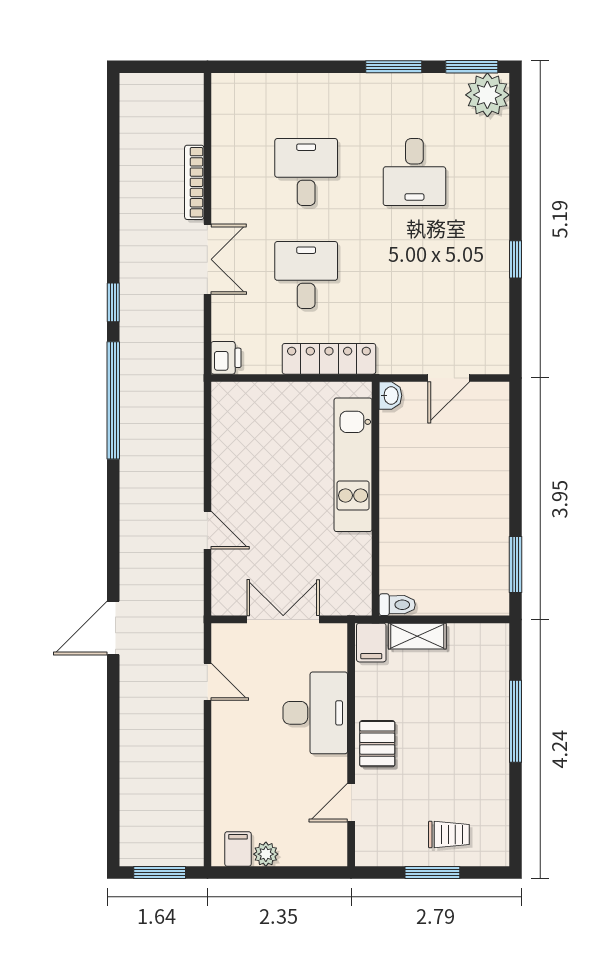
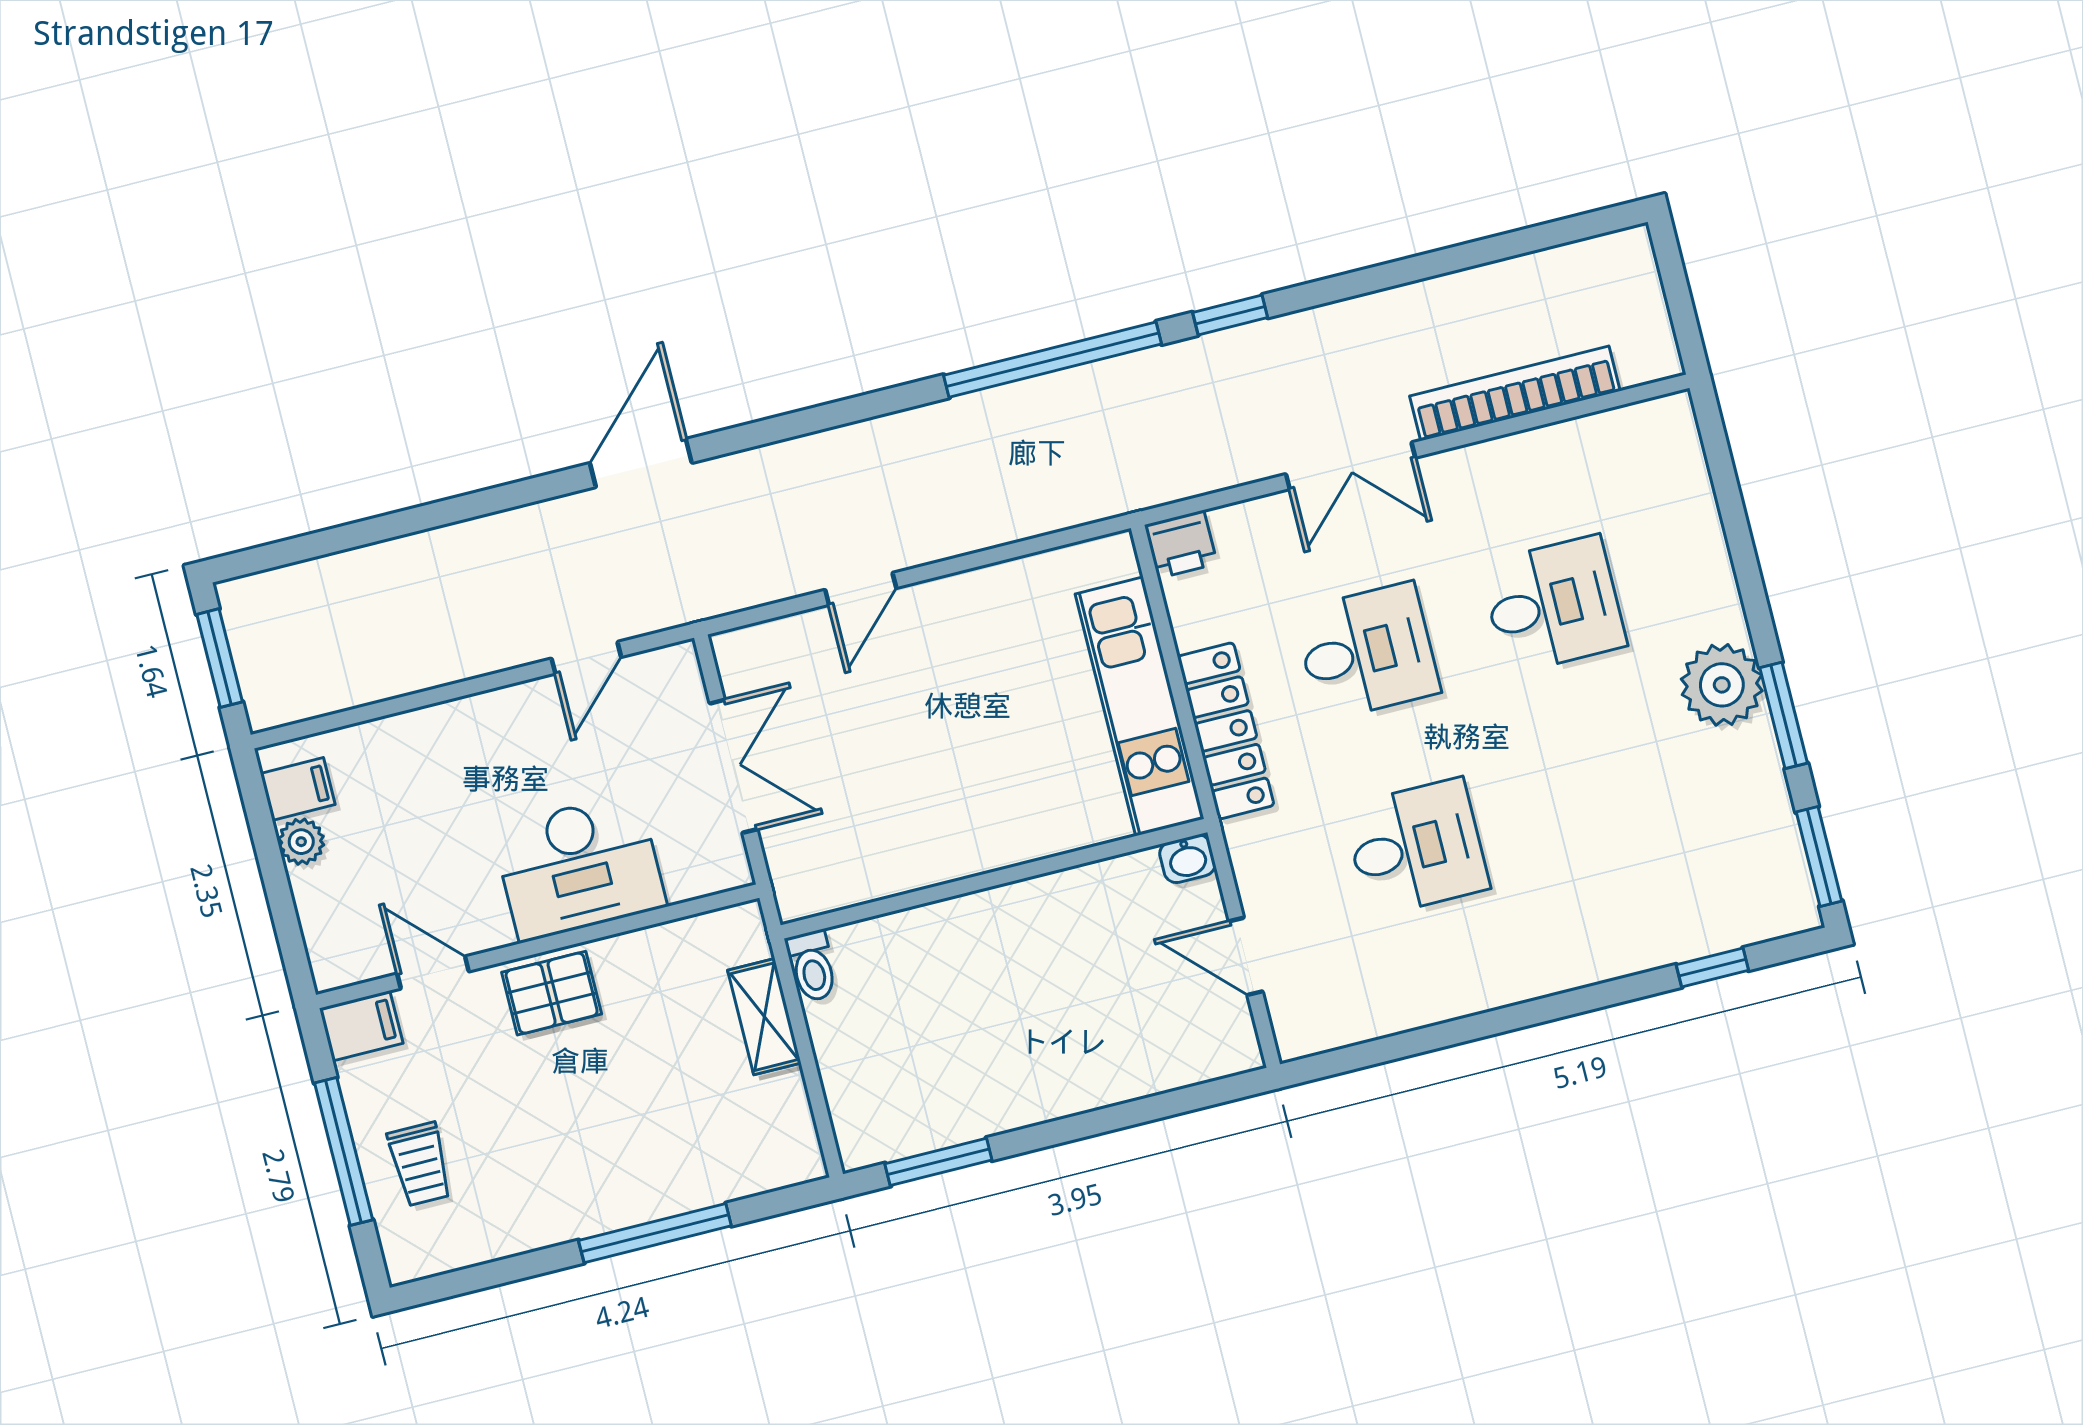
plant: (487, 95) -> (1722, 685), moved
desk: (414, 172) -> (1416, 847), moved, turned 180
bookcase: (194, 182) -> (1515, 393), width x1.48, depth x1.31
window: (516, 259) -> (1712, 968), moved
kitchen unit: (353, 465) -> (1140, 706), moved, turned -90
door: (113, 628) -> (641, 463), hinge flipped
filing cabinet: (371, 643) -> (361, 1026), moved, turned 180
window: (432, 873) -> (344, 1151), width x1.44

